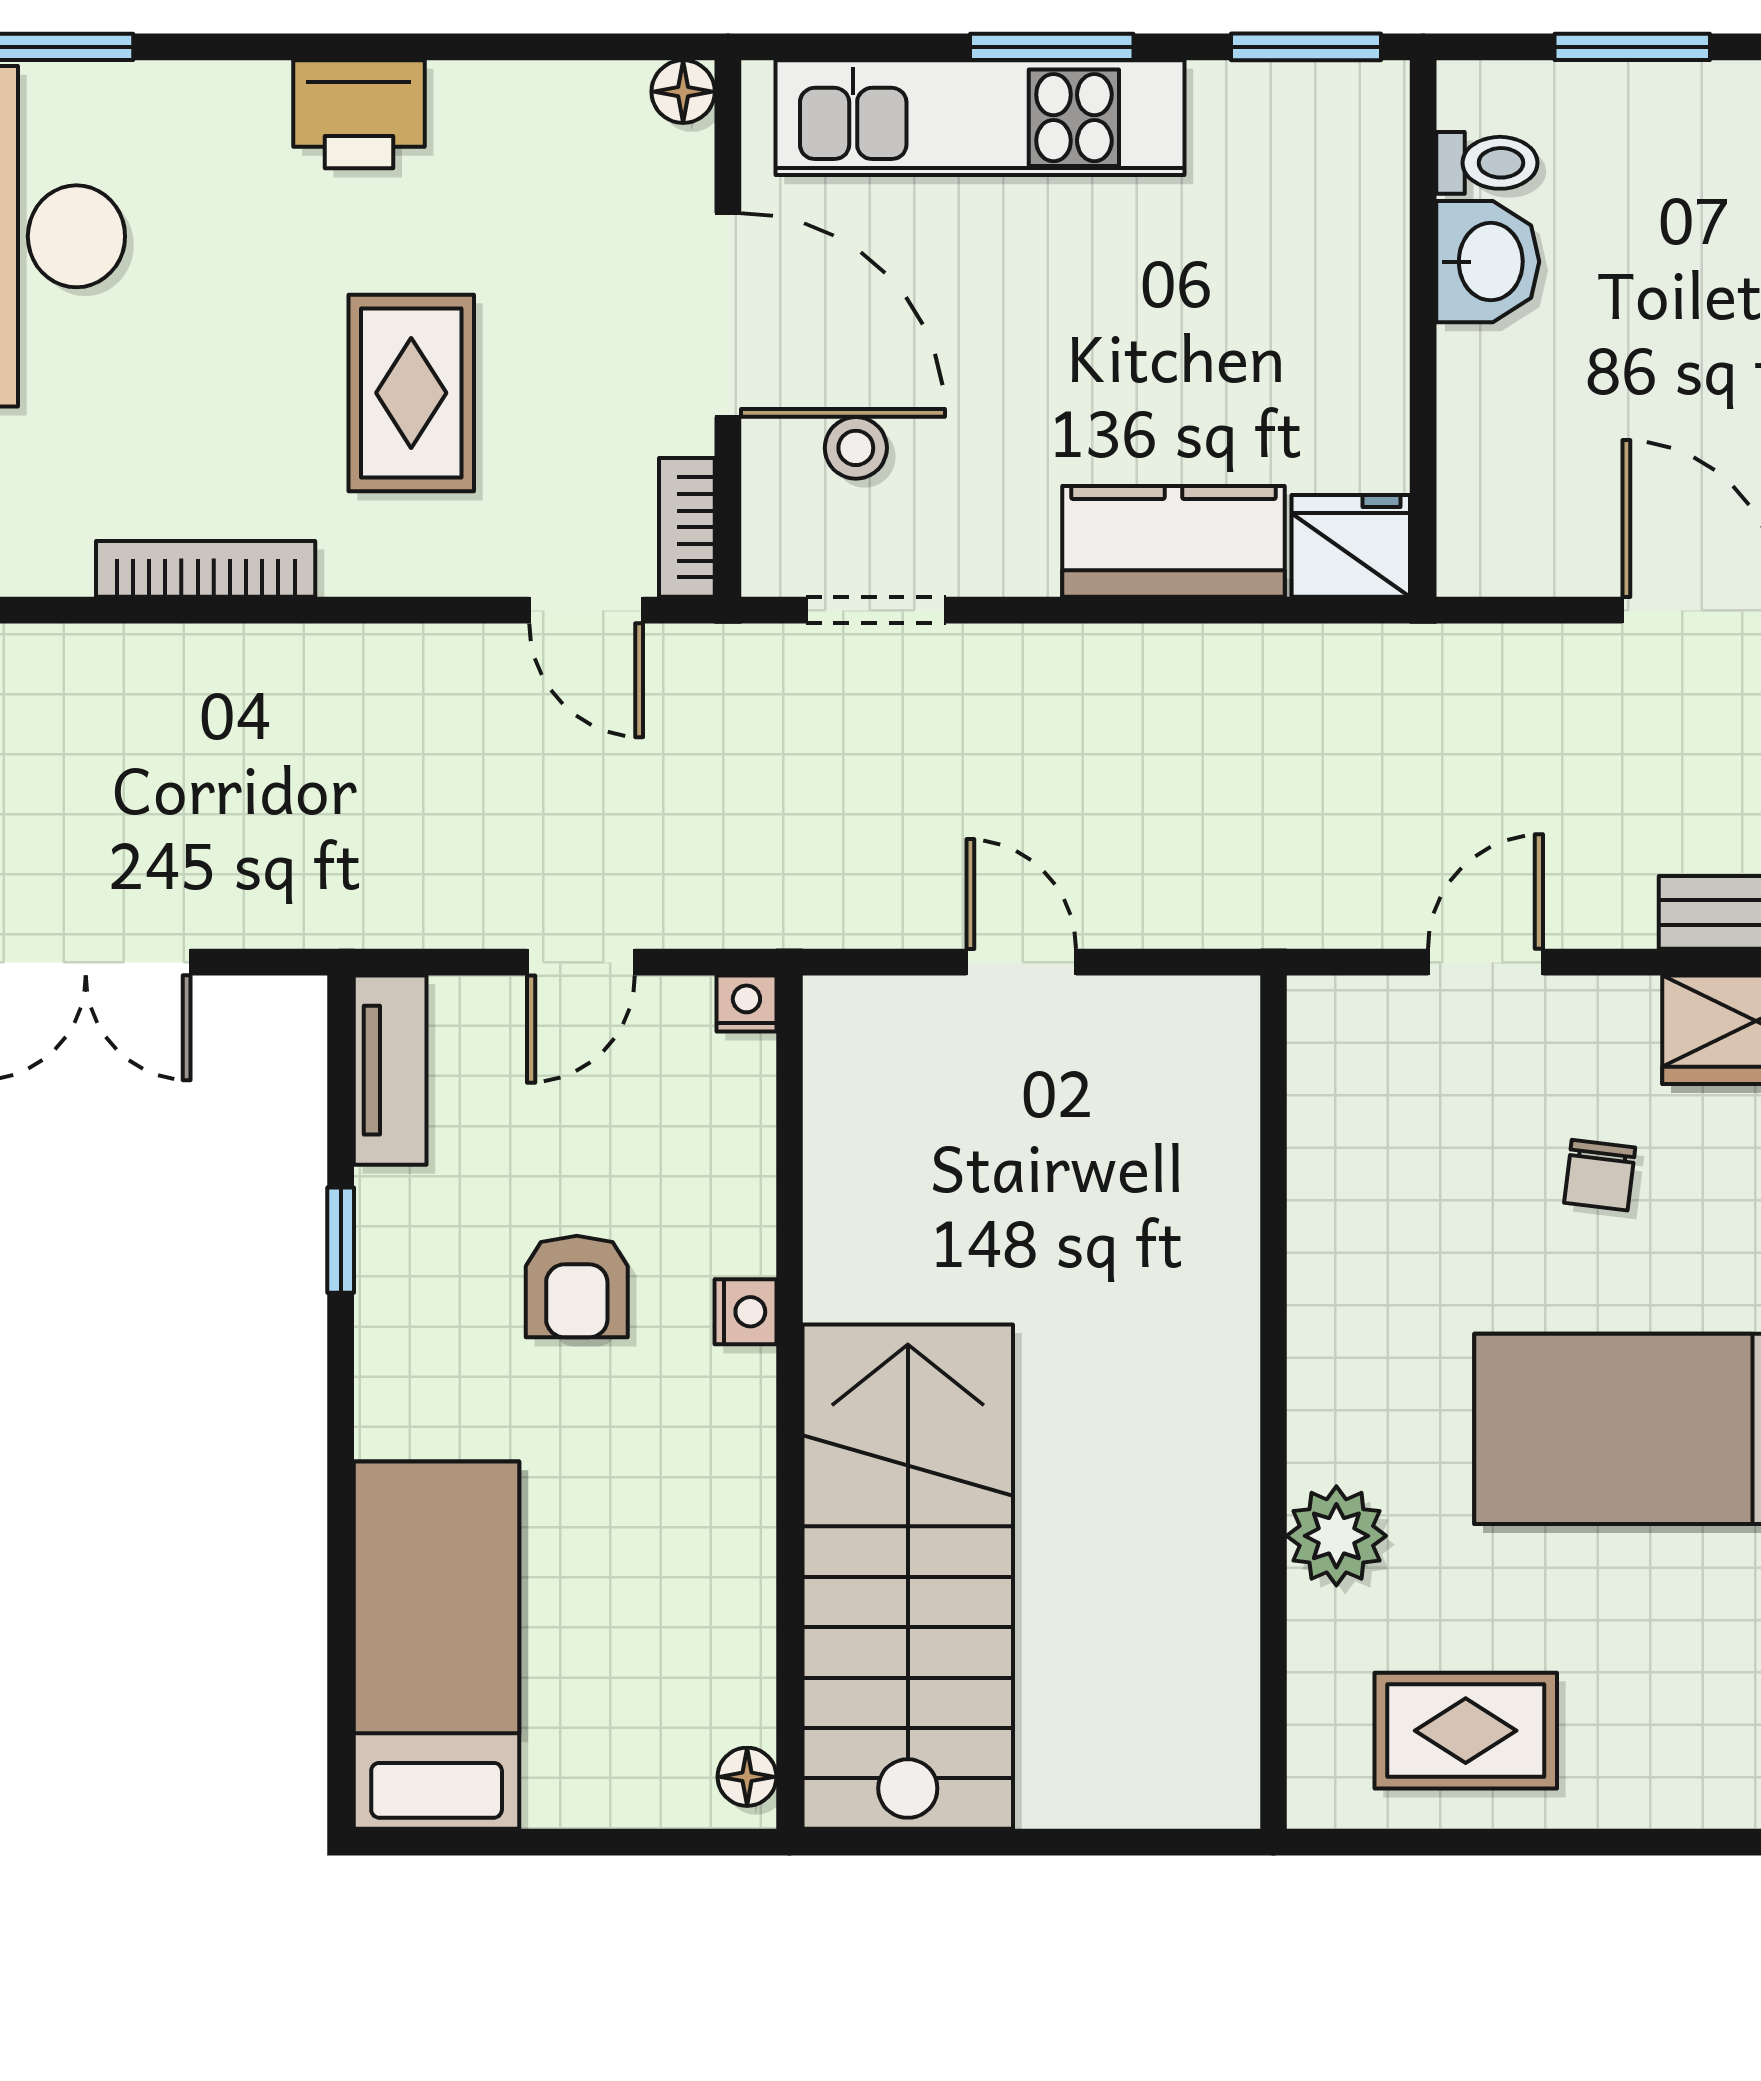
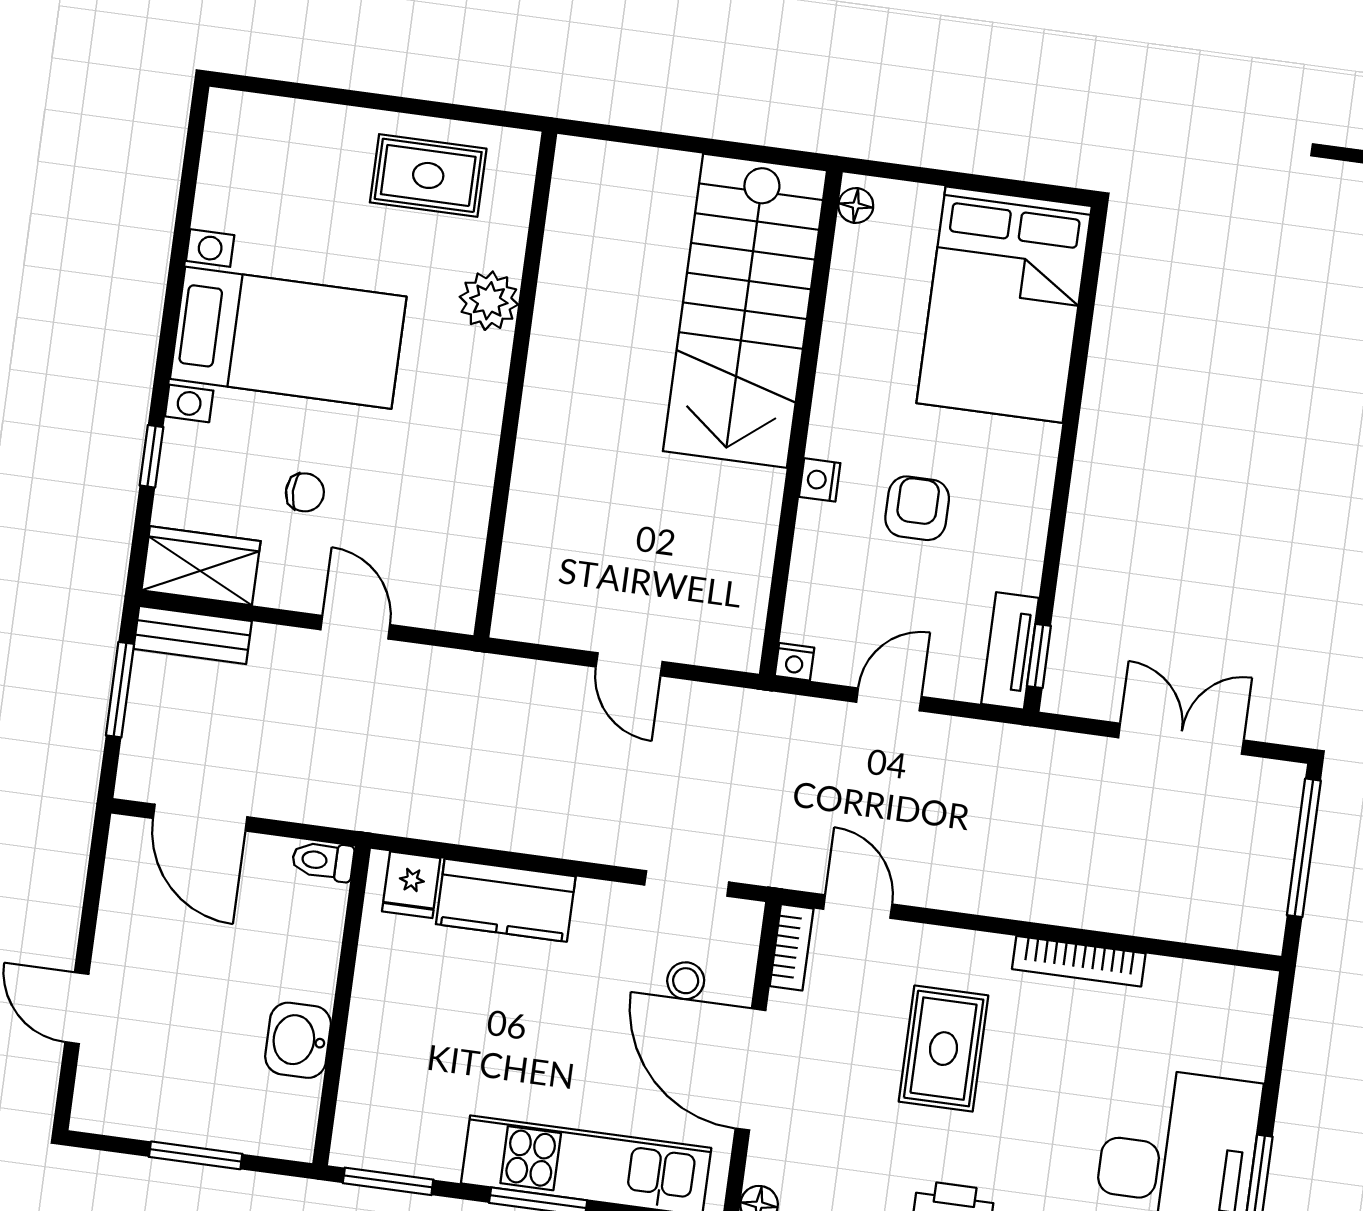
toilet: (1487, 163) -> (323, 861), moved
fridge: (1351, 546) -> (411, 885), width x0.72
door: (1485, 962) -> (355, 627), swing flipped
chair: (1600, 1175) -> (305, 492), turned 83
window: (341, 1240) -> (1039, 656), moved
bed: (437, 1645) -> (1004, 305), width x1.50

